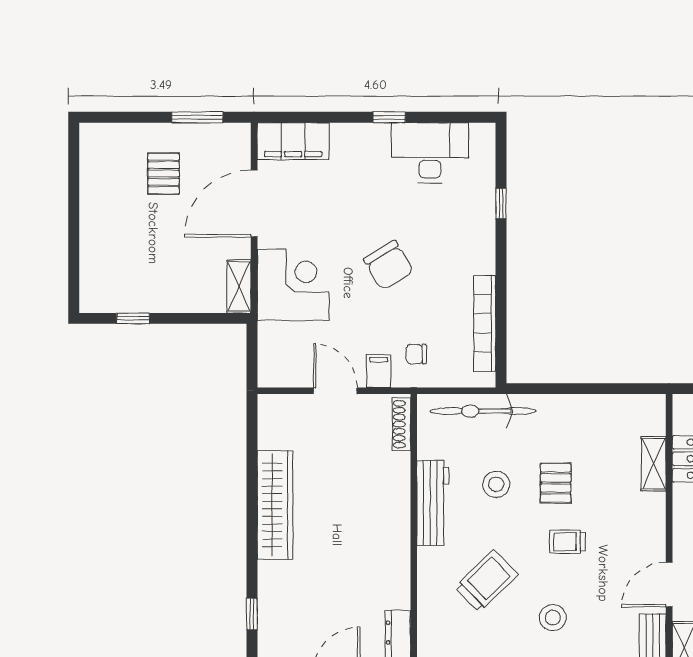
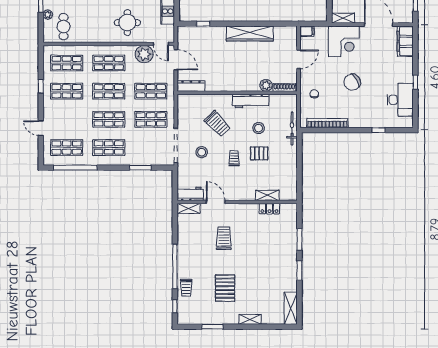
filing cabinet: (379, 371) -> (307, 31), moved
bicycle: (483, 411) -> (292, 128), width x0.73, depth x0.71
plant: (396, 467) -> (266, 85), added

